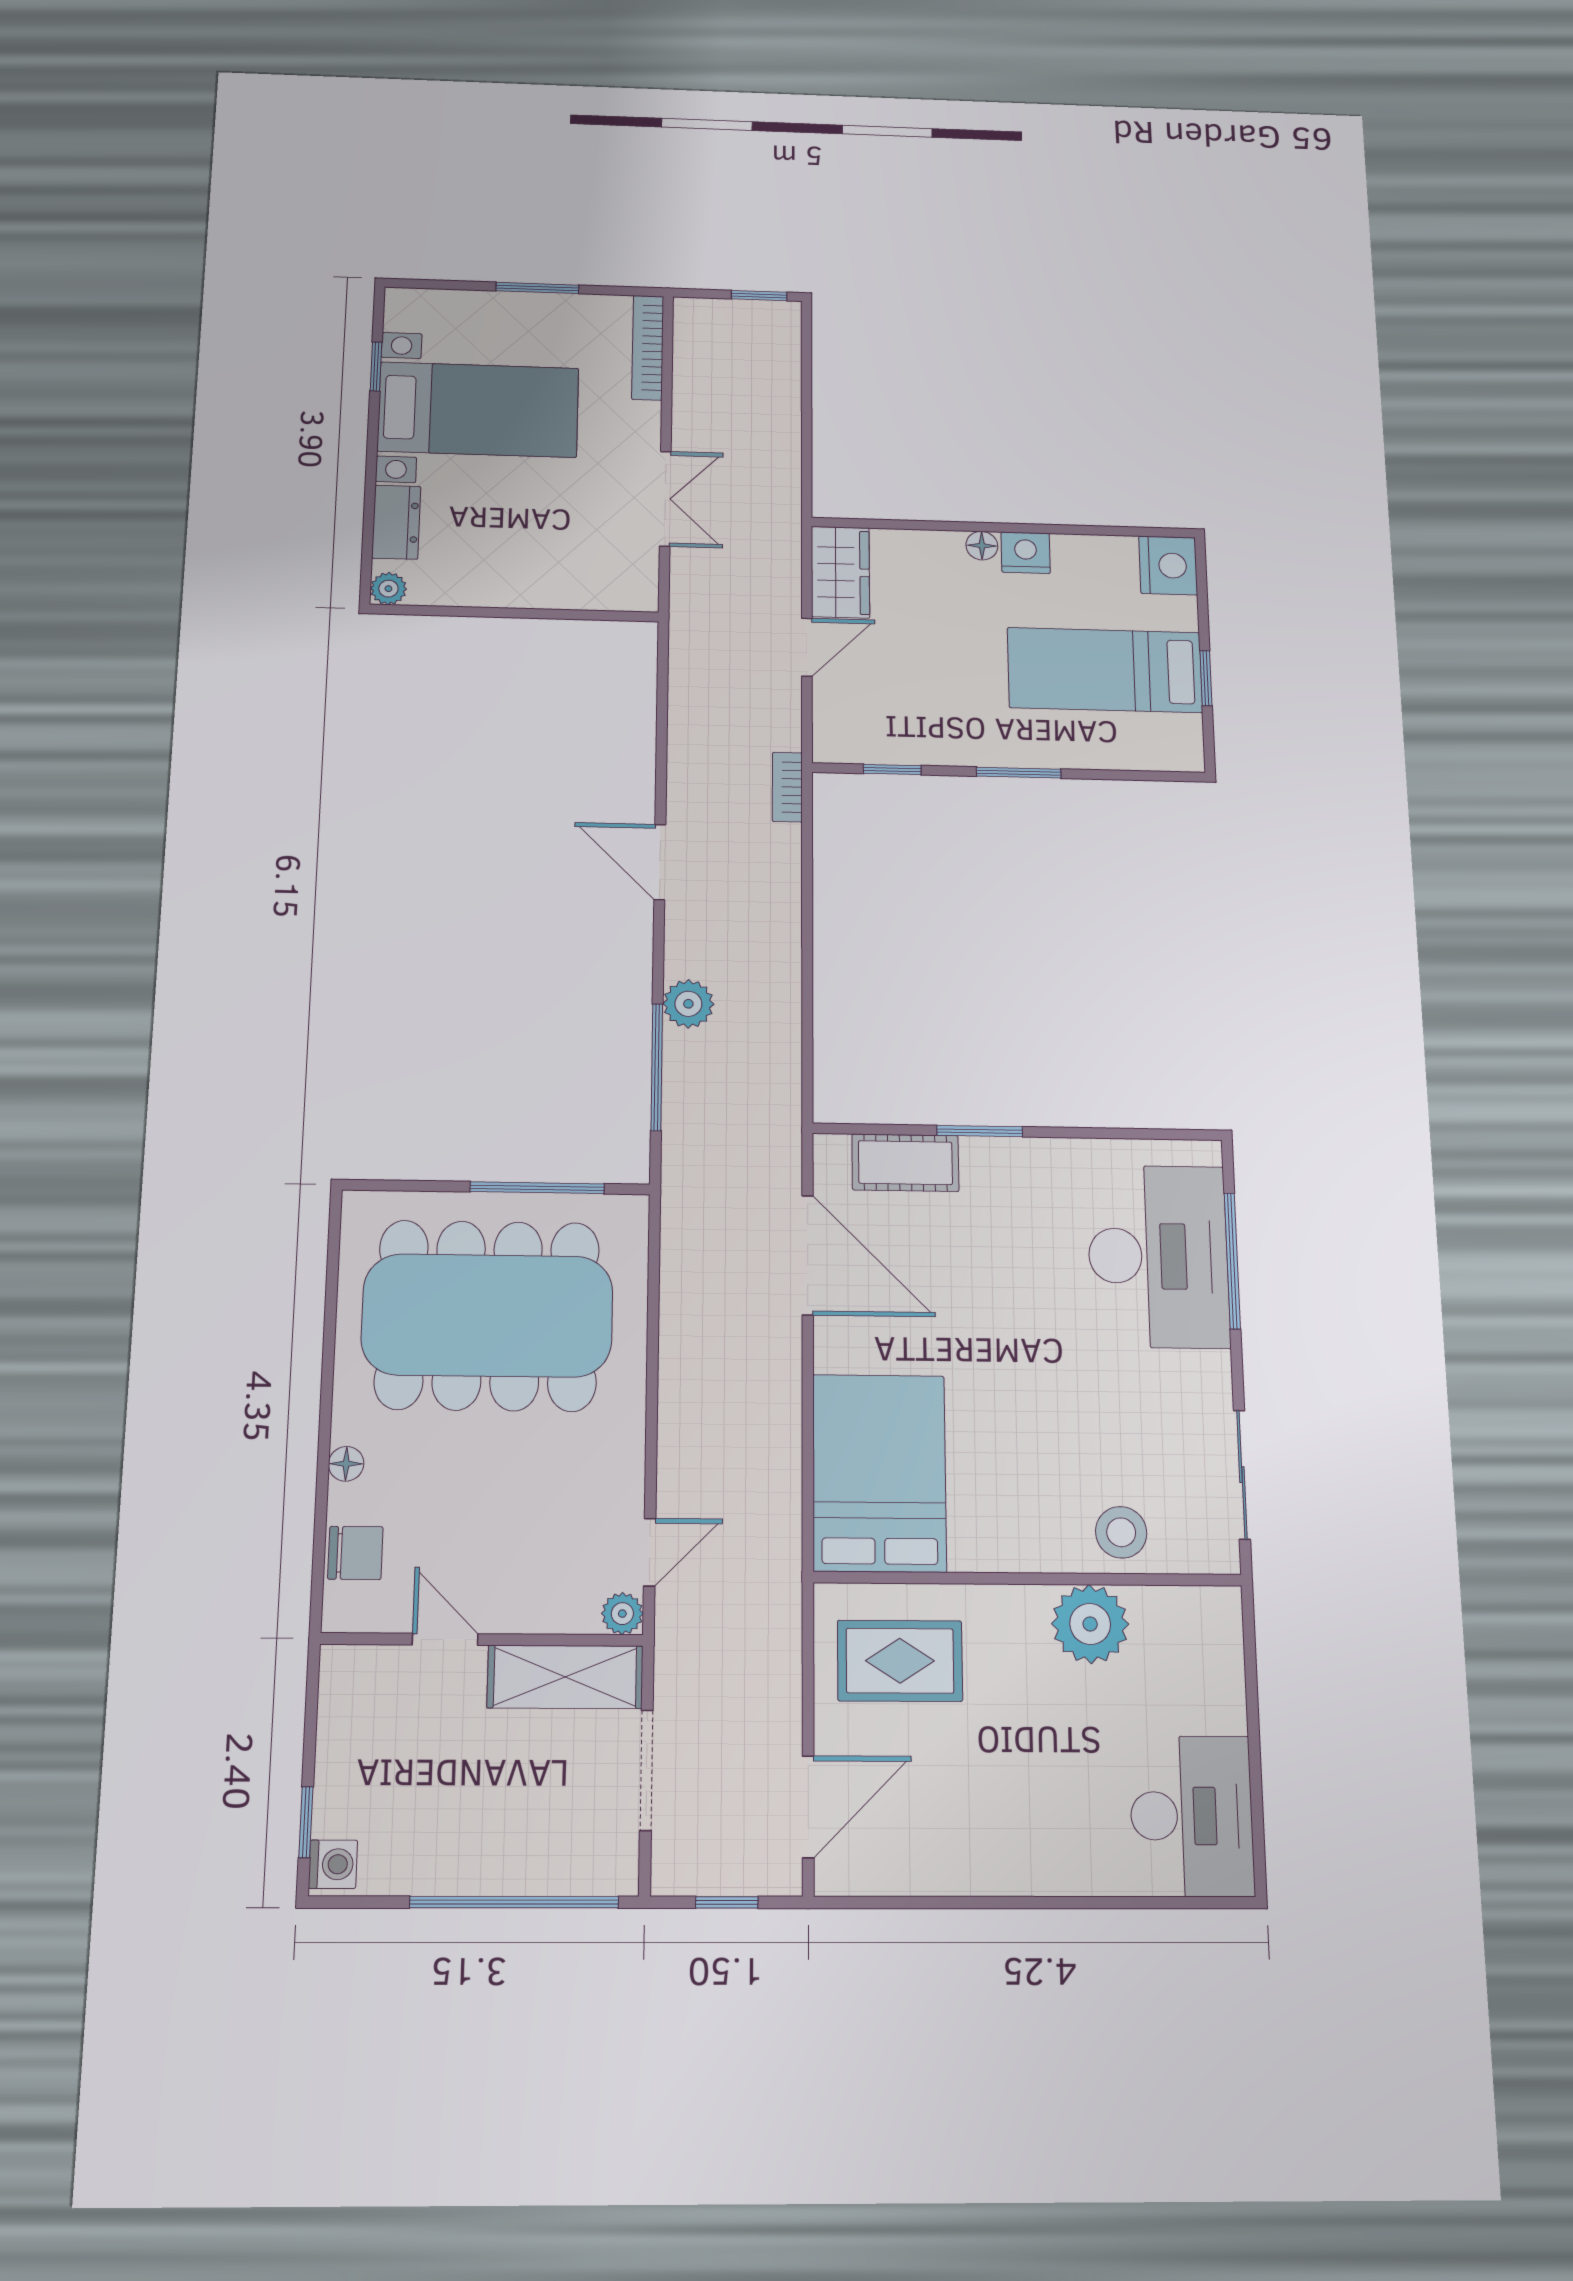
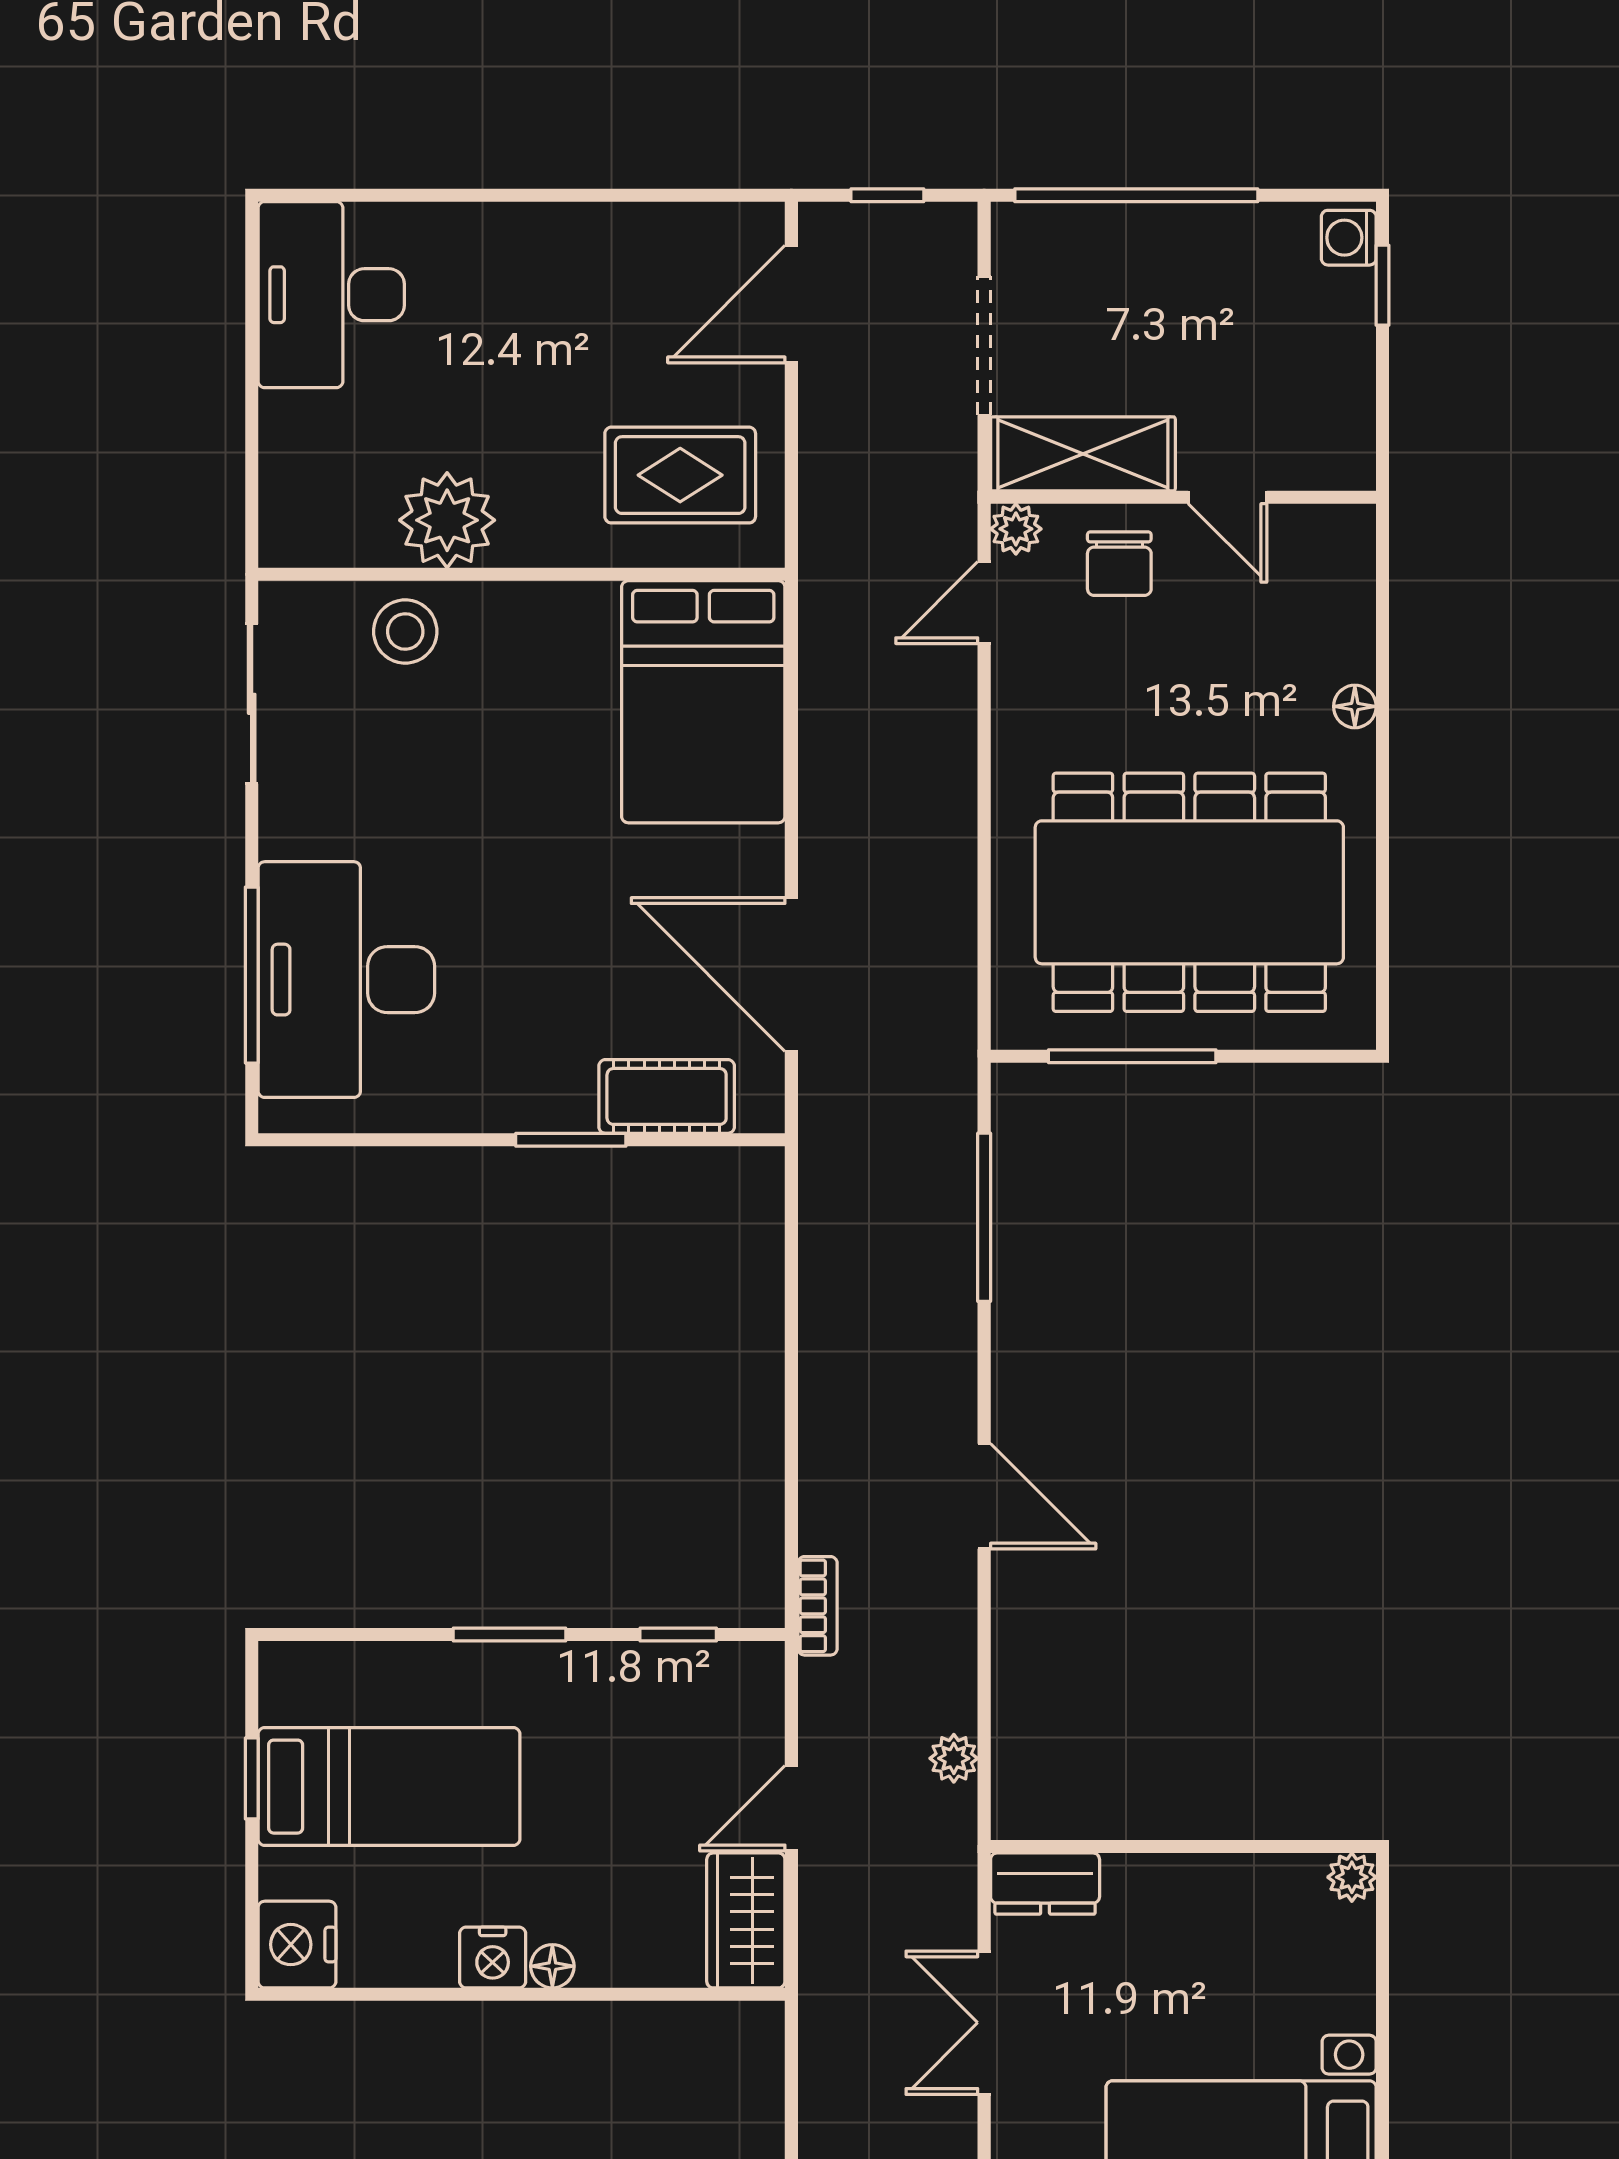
dresser: (396, 522) -> (1045, 1884), moved, turned -90
plant: (688, 1004) -> (954, 1758), moved, width x0.73, depth x0.73
chair: (355, 1553) -> (1119, 564), moved, turned -90

